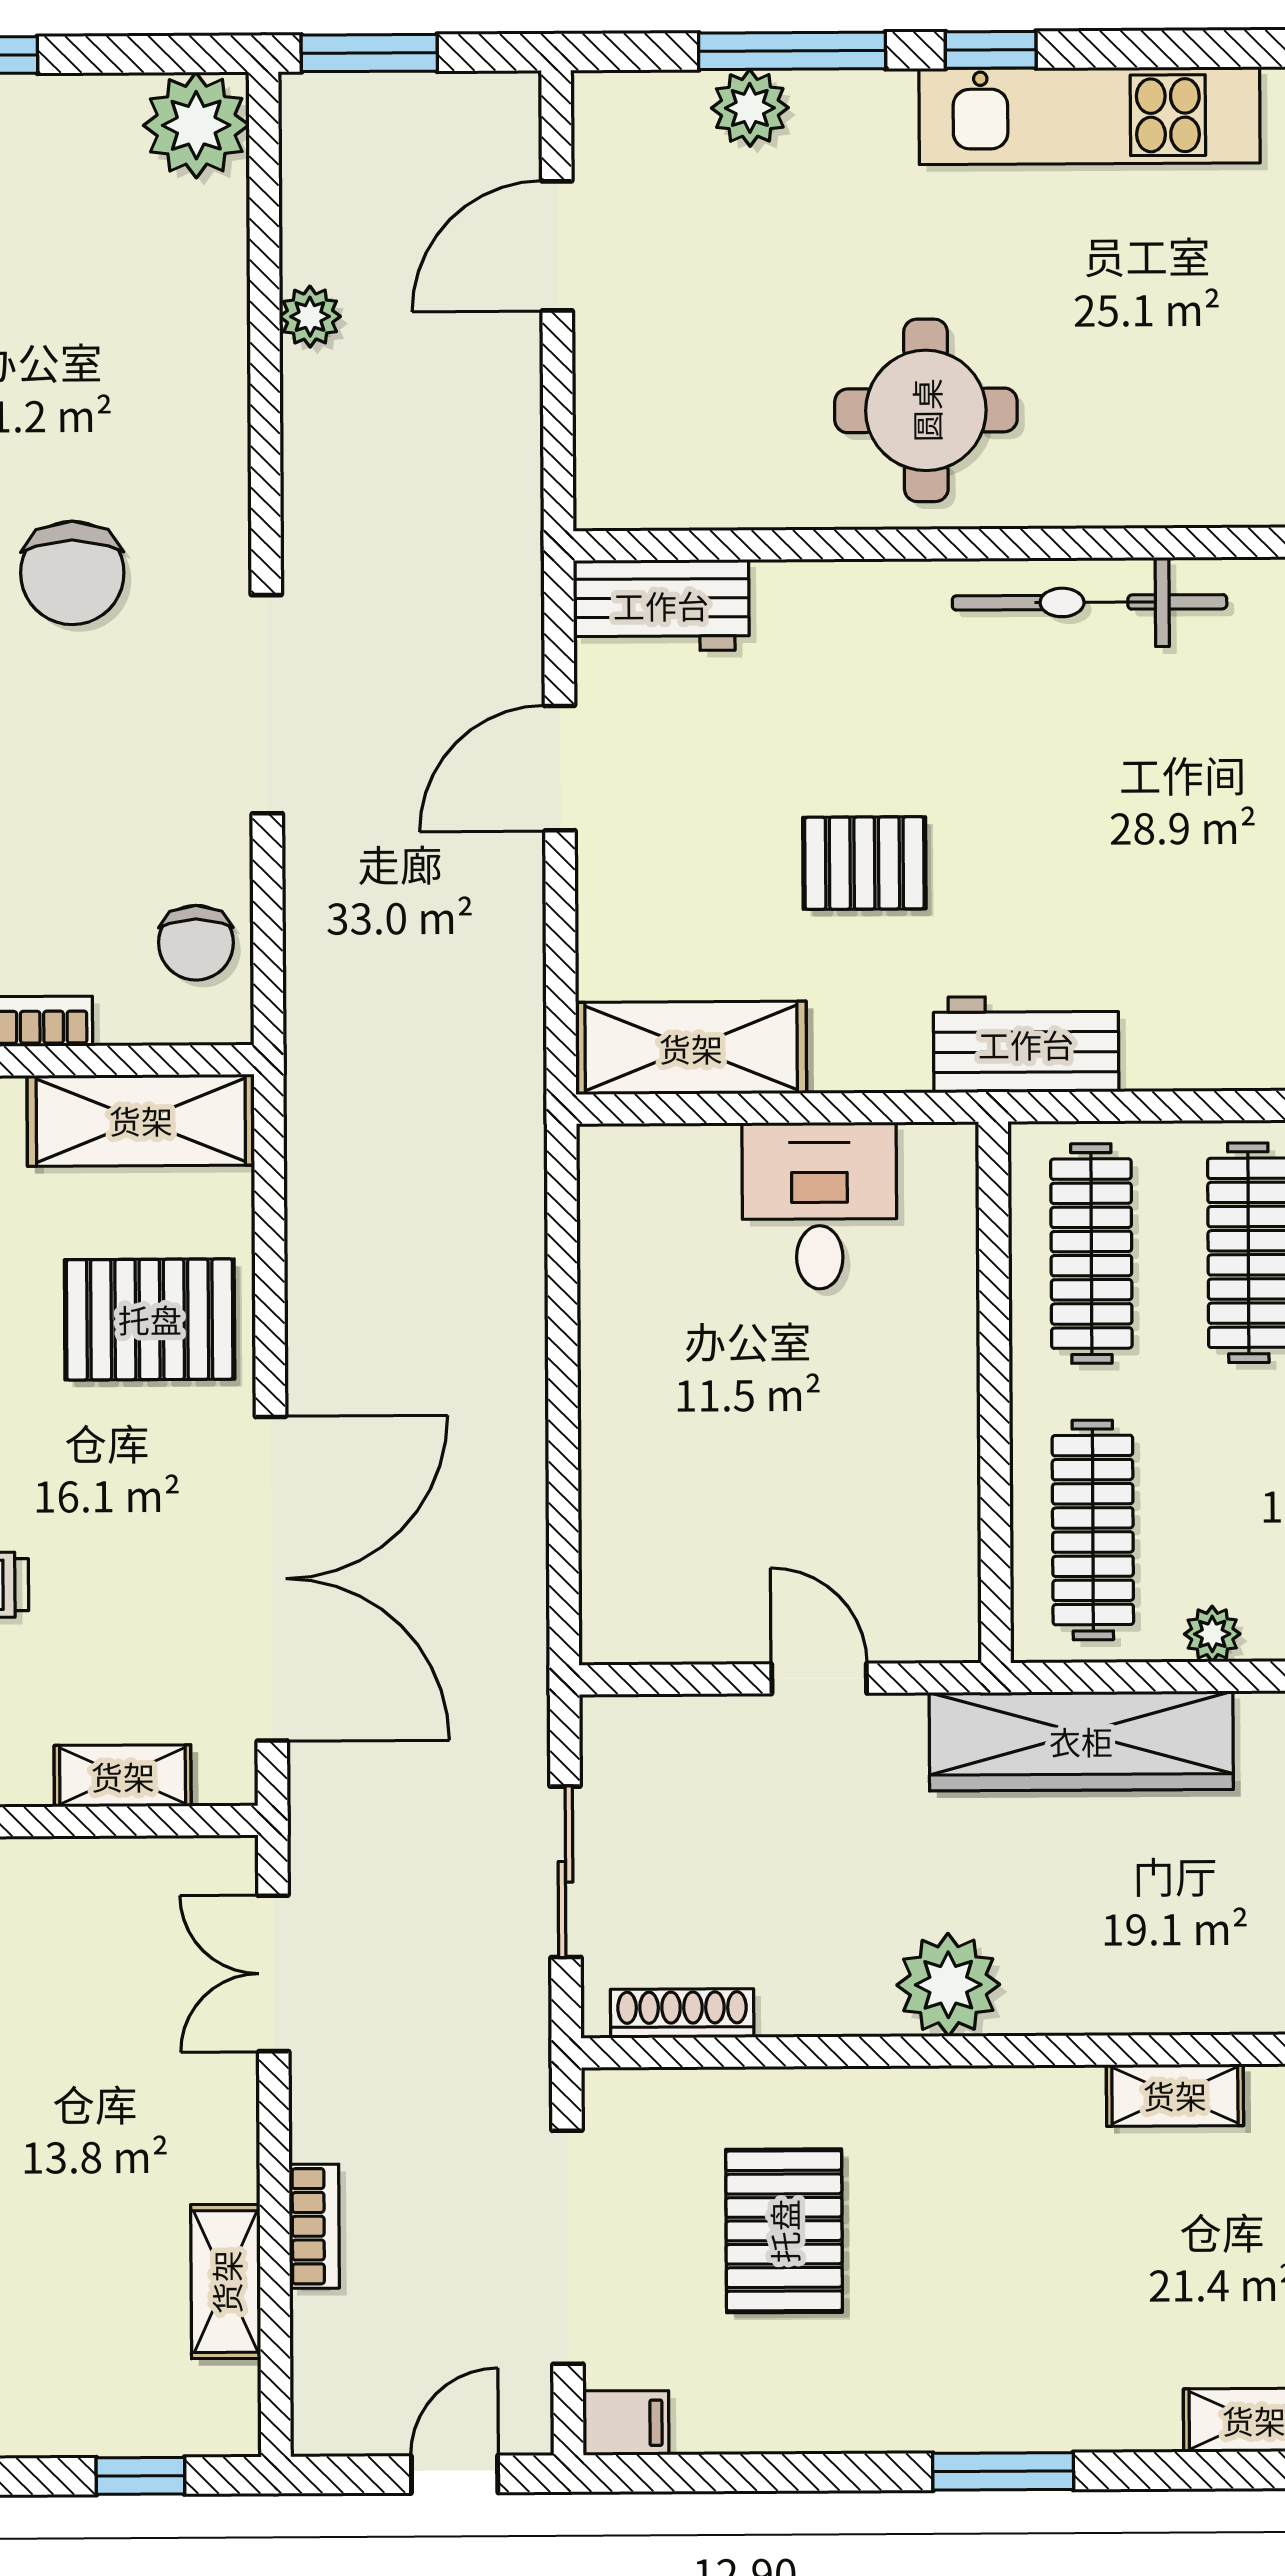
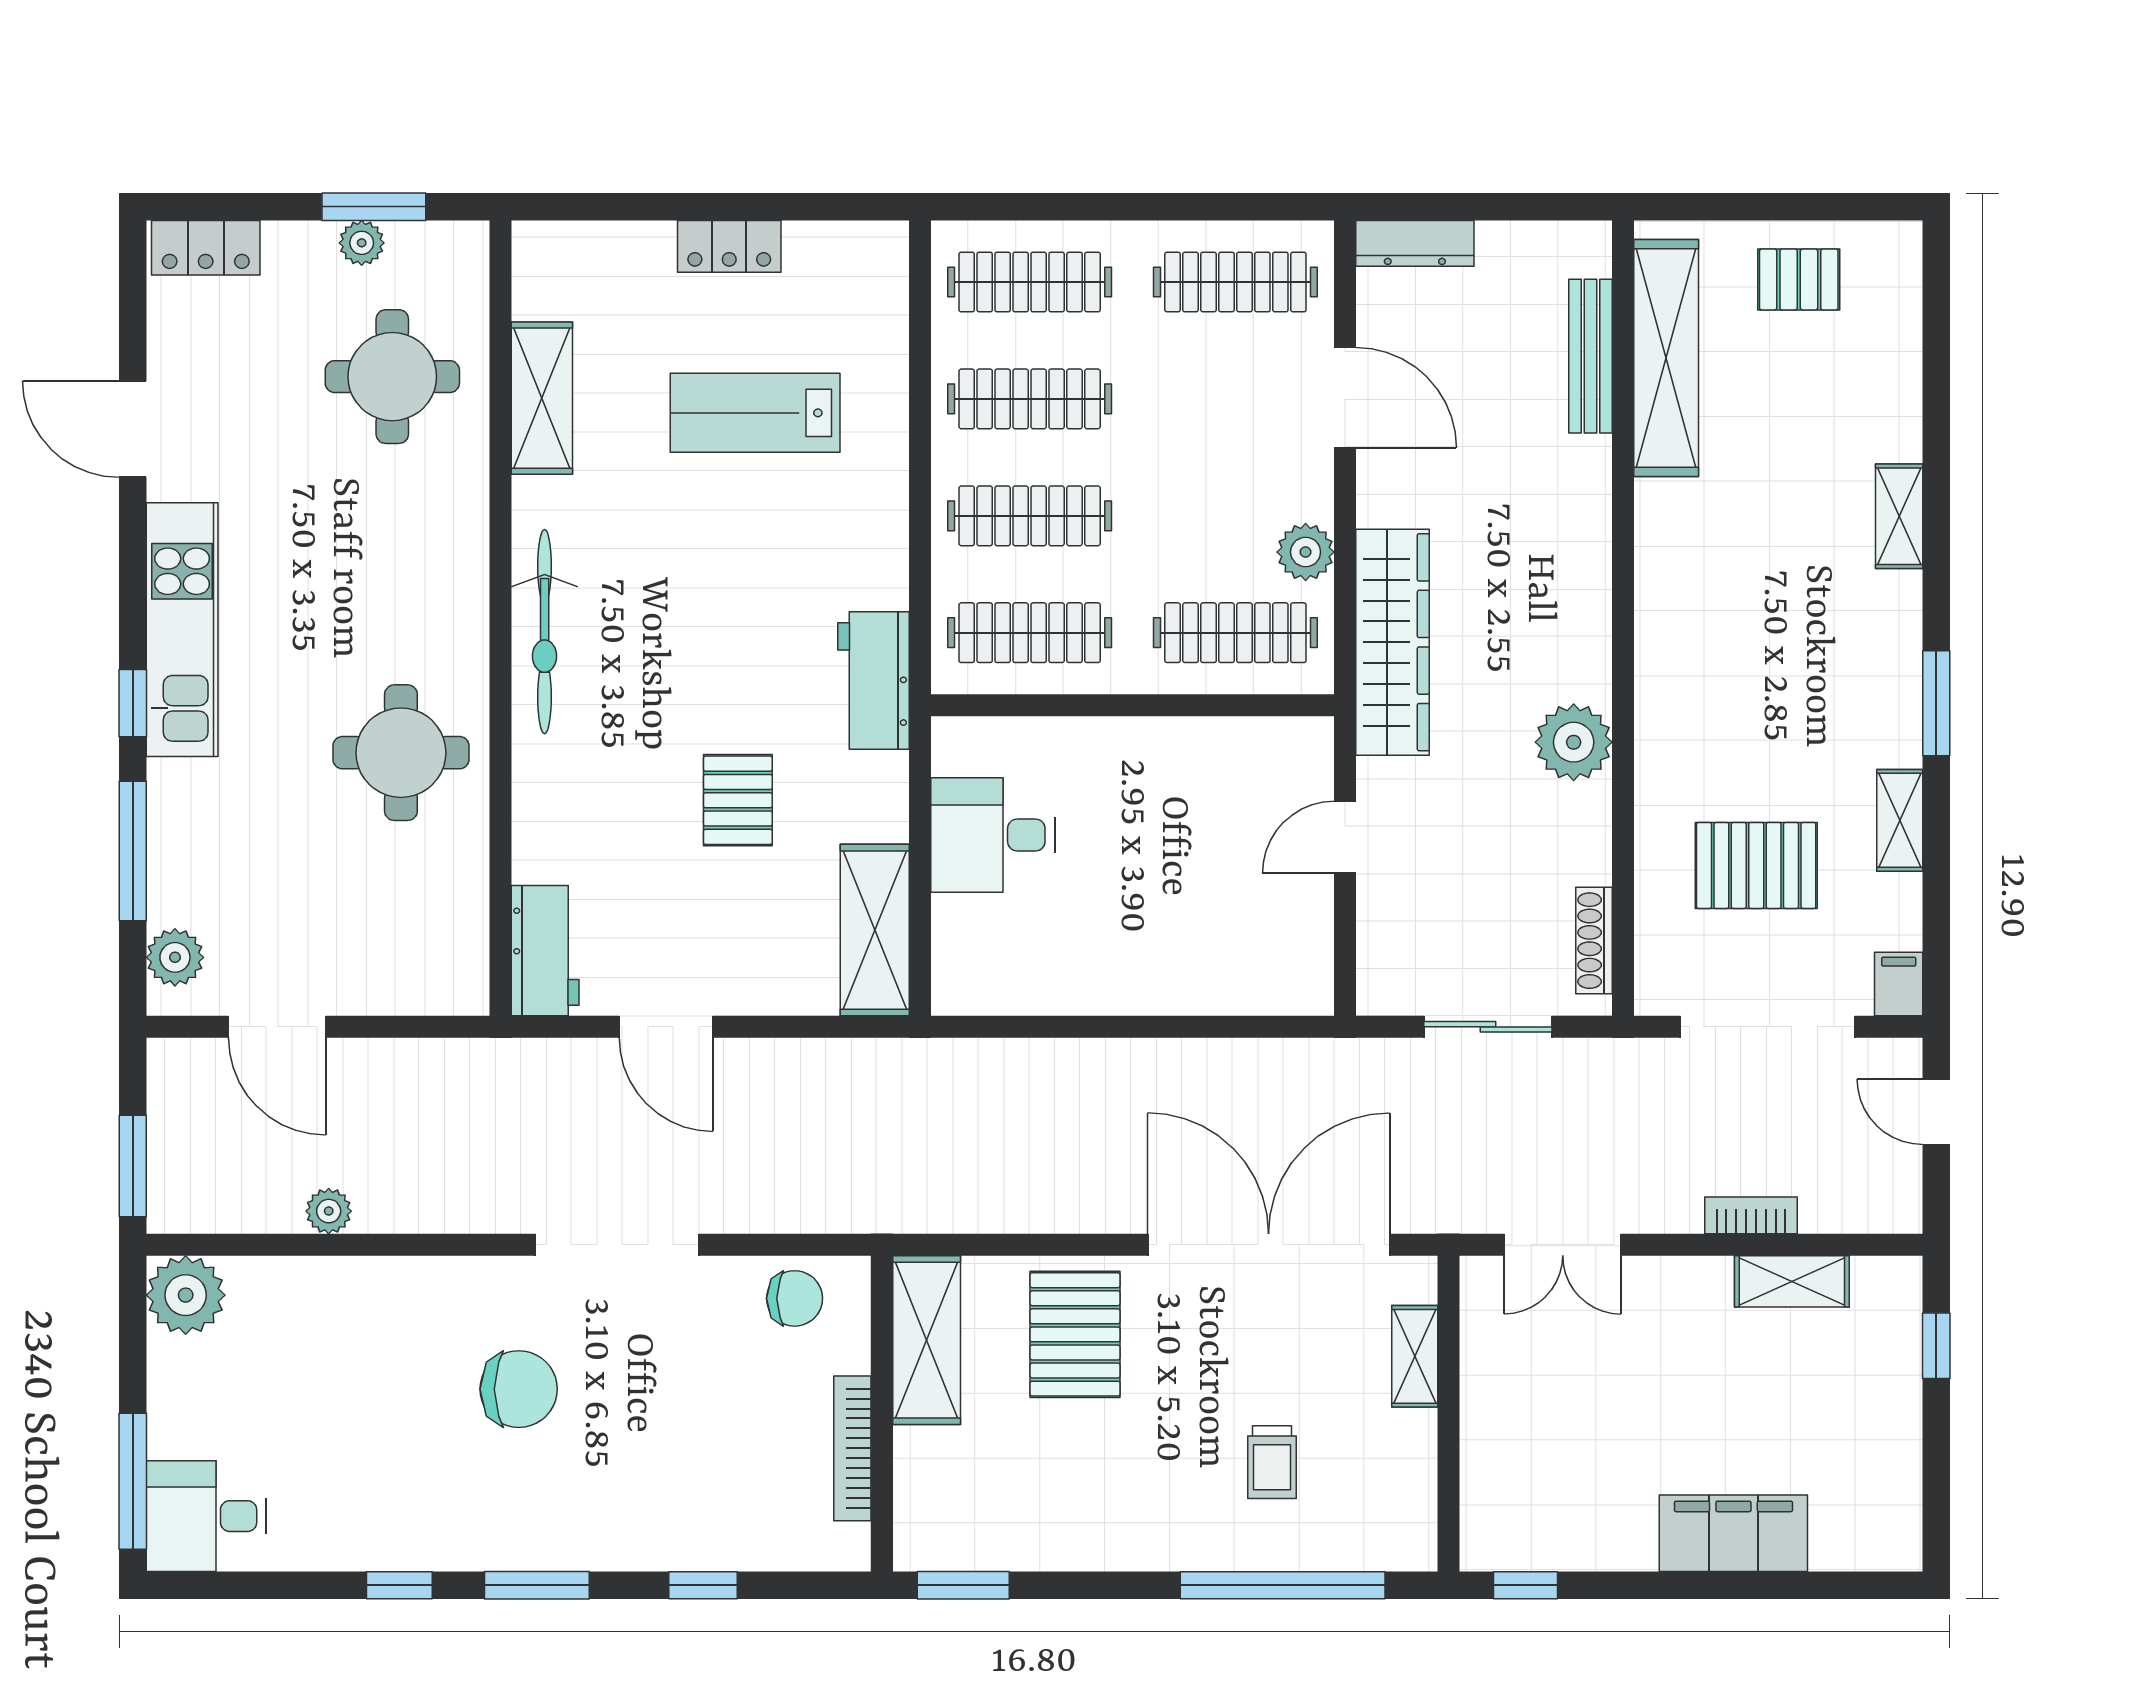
plant: (750, 108) -> (175, 957), moved
plant: (1212, 1634) -> (1306, 552), width x1.38, depth x1.38
shelving: (1175, 2095) -> (1900, 820), moved

